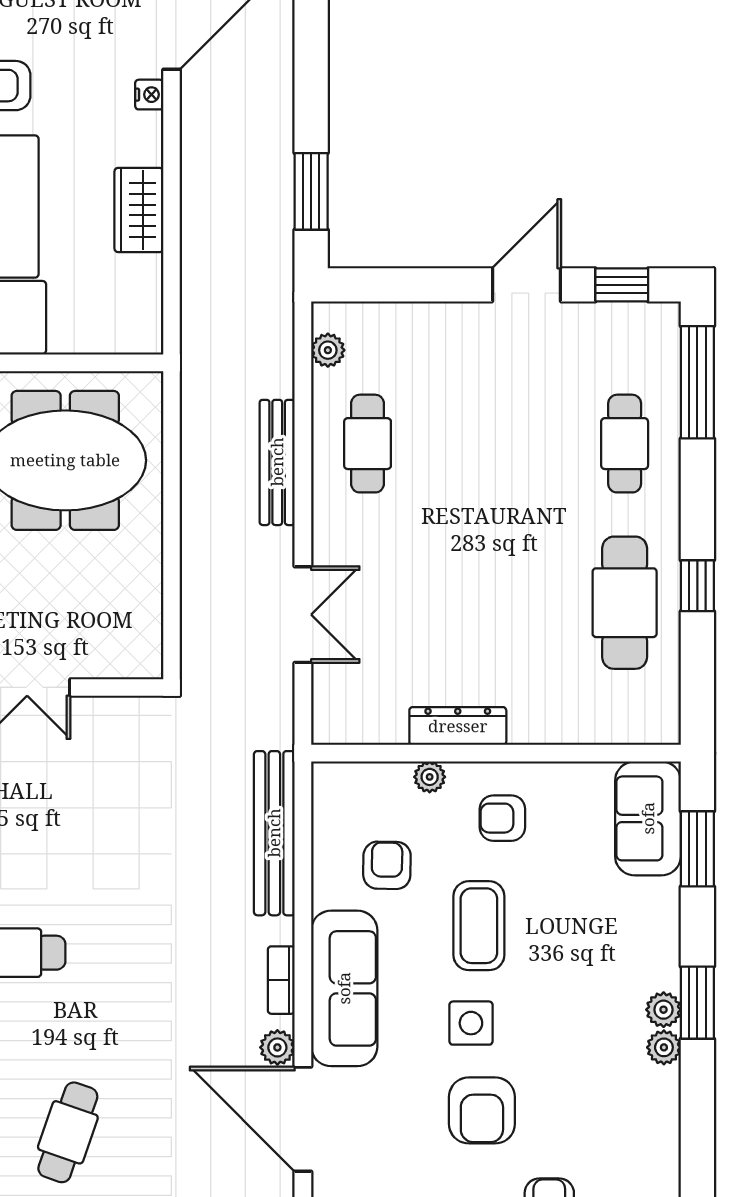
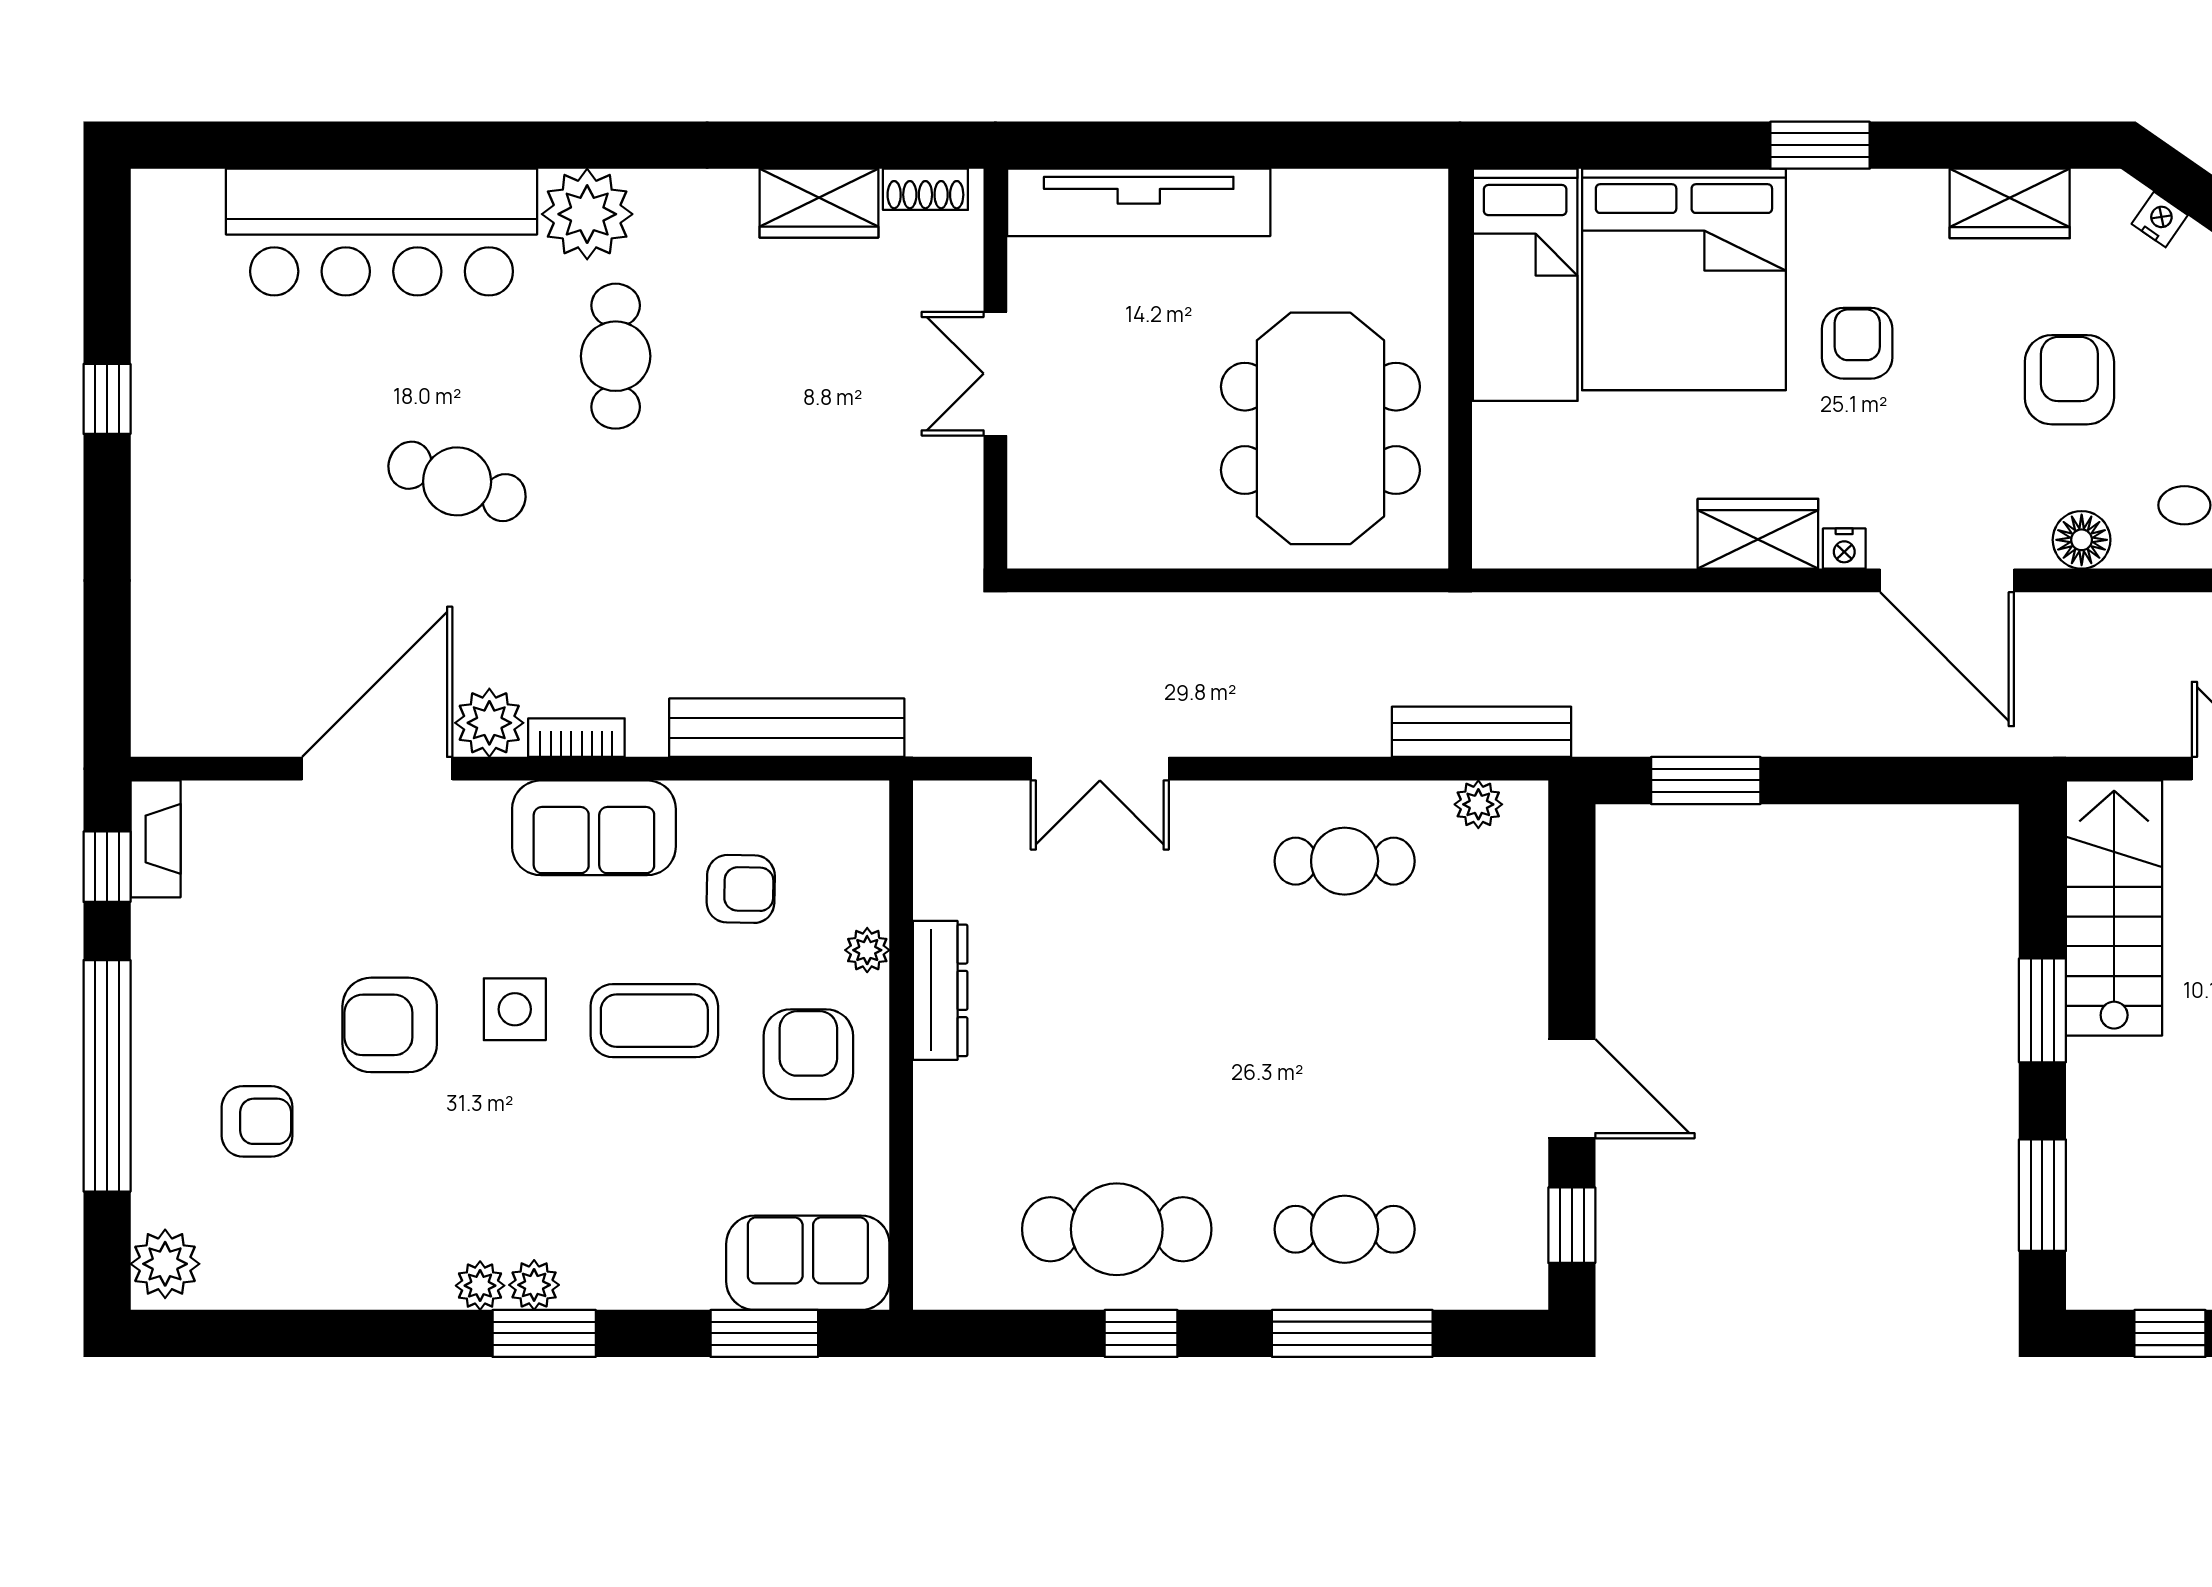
wardrobe: (139, 210) -> (1758, 534), moved
window: (697, 382) -> (1352, 1333), moved
bench: (277, 462) -> (1481, 732), moved
armchair: (502, 818) -> (808, 1054), width x1.38, depth x1.38
sofa: (344, 988) -> (594, 828), width x0.73
plant: (277, 1047) -> (489, 723), width x1.38, depth x1.38
cafe table: (68, 1132) -> (457, 481), moved

